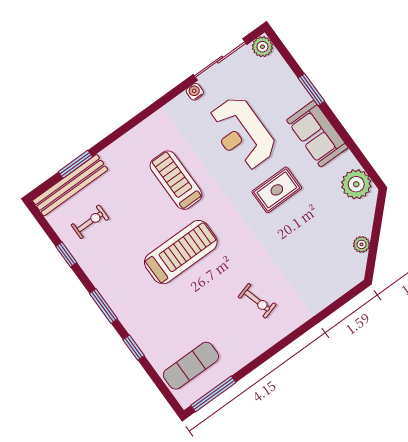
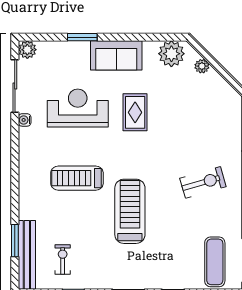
reception desk: (242, 133) -> (78, 108), turned 180
plant: (362, 244) -> (202, 66), moved
exercise bike: (257, 301) -> (203, 182), width x1.38, depth x1.39

